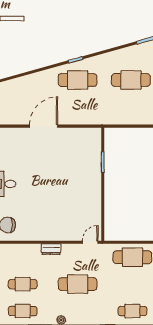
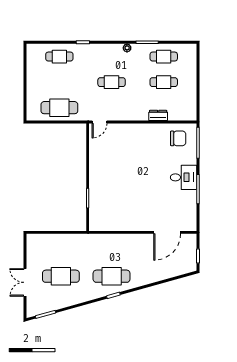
door: (44, 126) -> (167, 232), moved
dresser: (51, 249) -> (158, 115), moved
cafe table: (78, 284) -> (112, 82), width x0.73, depth x0.74

